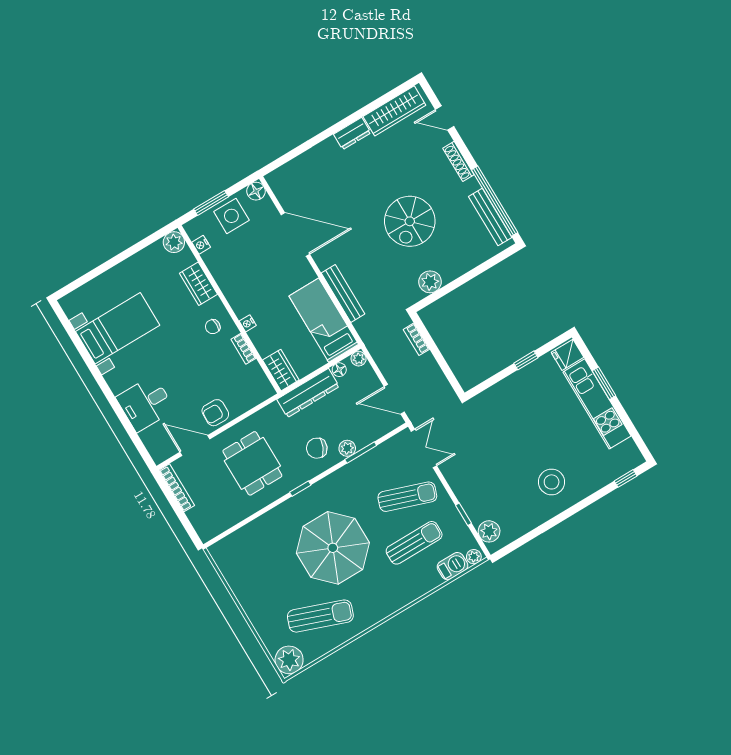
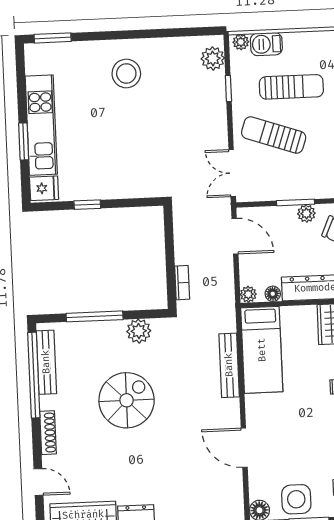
door: (295, 234) -> (244, 448), width x0.73
window: (472, 274) -> (95, 316), added
window: (626, 478) -> (53, 38), width x1.50
sun lounger: (414, 543) -> (291, 87), turned 180

